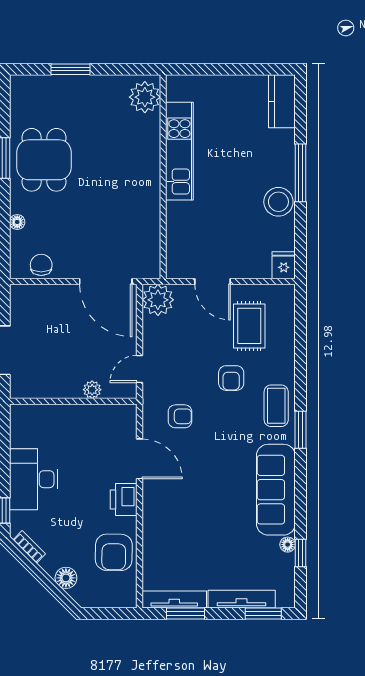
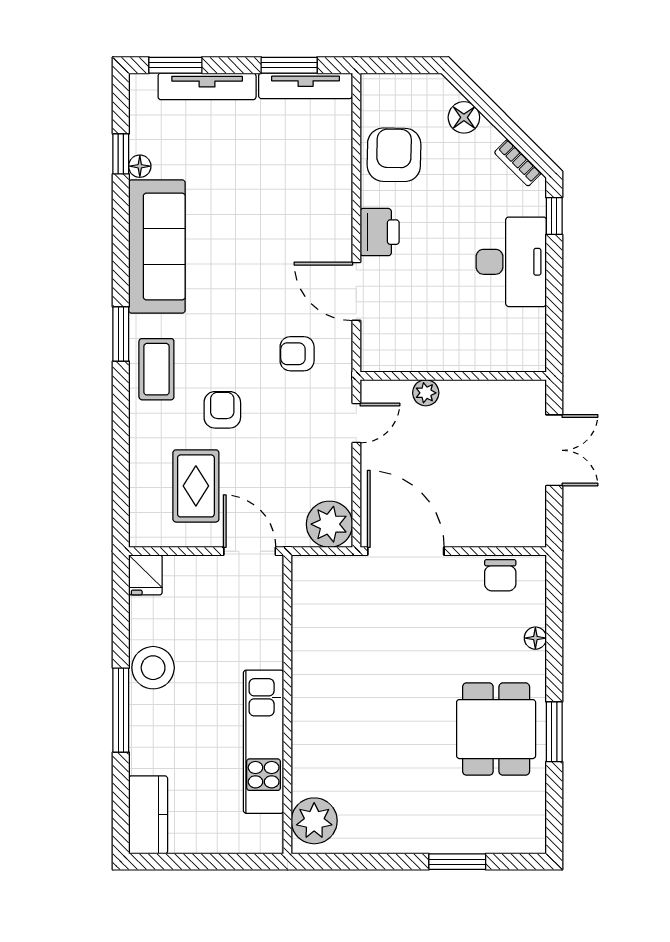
plant: (145, 97) -> (314, 821), moved
kitchen unit: (179, 151) -> (264, 742), moved
wall: (163, 177) -> (287, 704), moved

